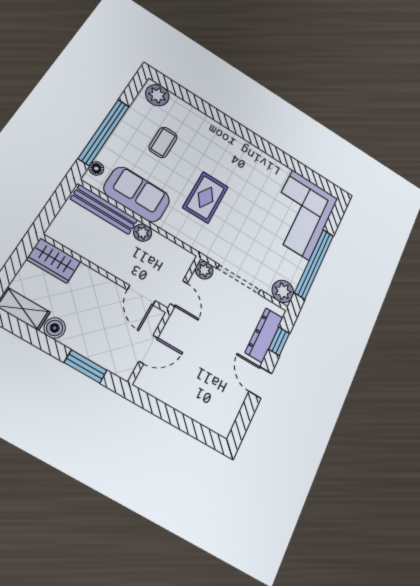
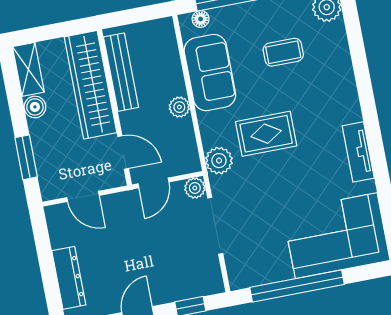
tv unit: (260, 158) -> (358, 152), added
bench: (104, 209) -> (121, 72), moved
wardrobe: (54, 261) -> (90, 85), width x2.10, depth x1.17
plant: (283, 291) -> (219, 161), moved
door: (141, 295) -> (123, 153), swing flipped
dresser: (264, 335) -> (69, 278), moved, turned 90

